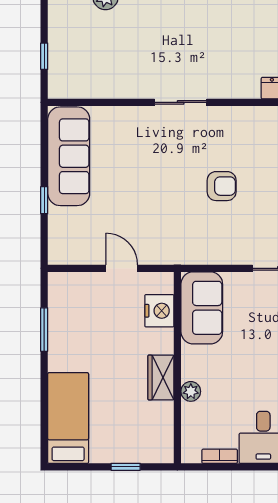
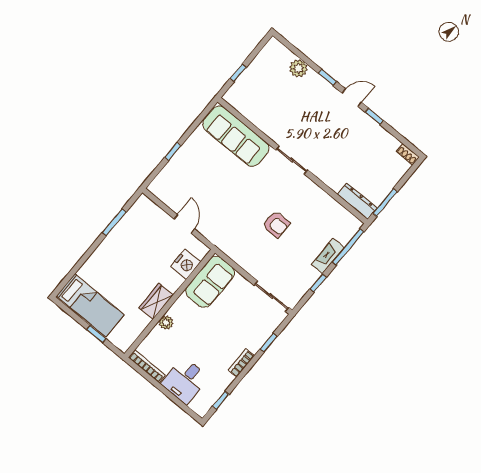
sofa: (69, 156) -> (236, 136), moved, turned 90
bed: (68, 418) -> (90, 305), moved, turned 90
bookcase: (220, 456) -> (147, 367), width x1.56

